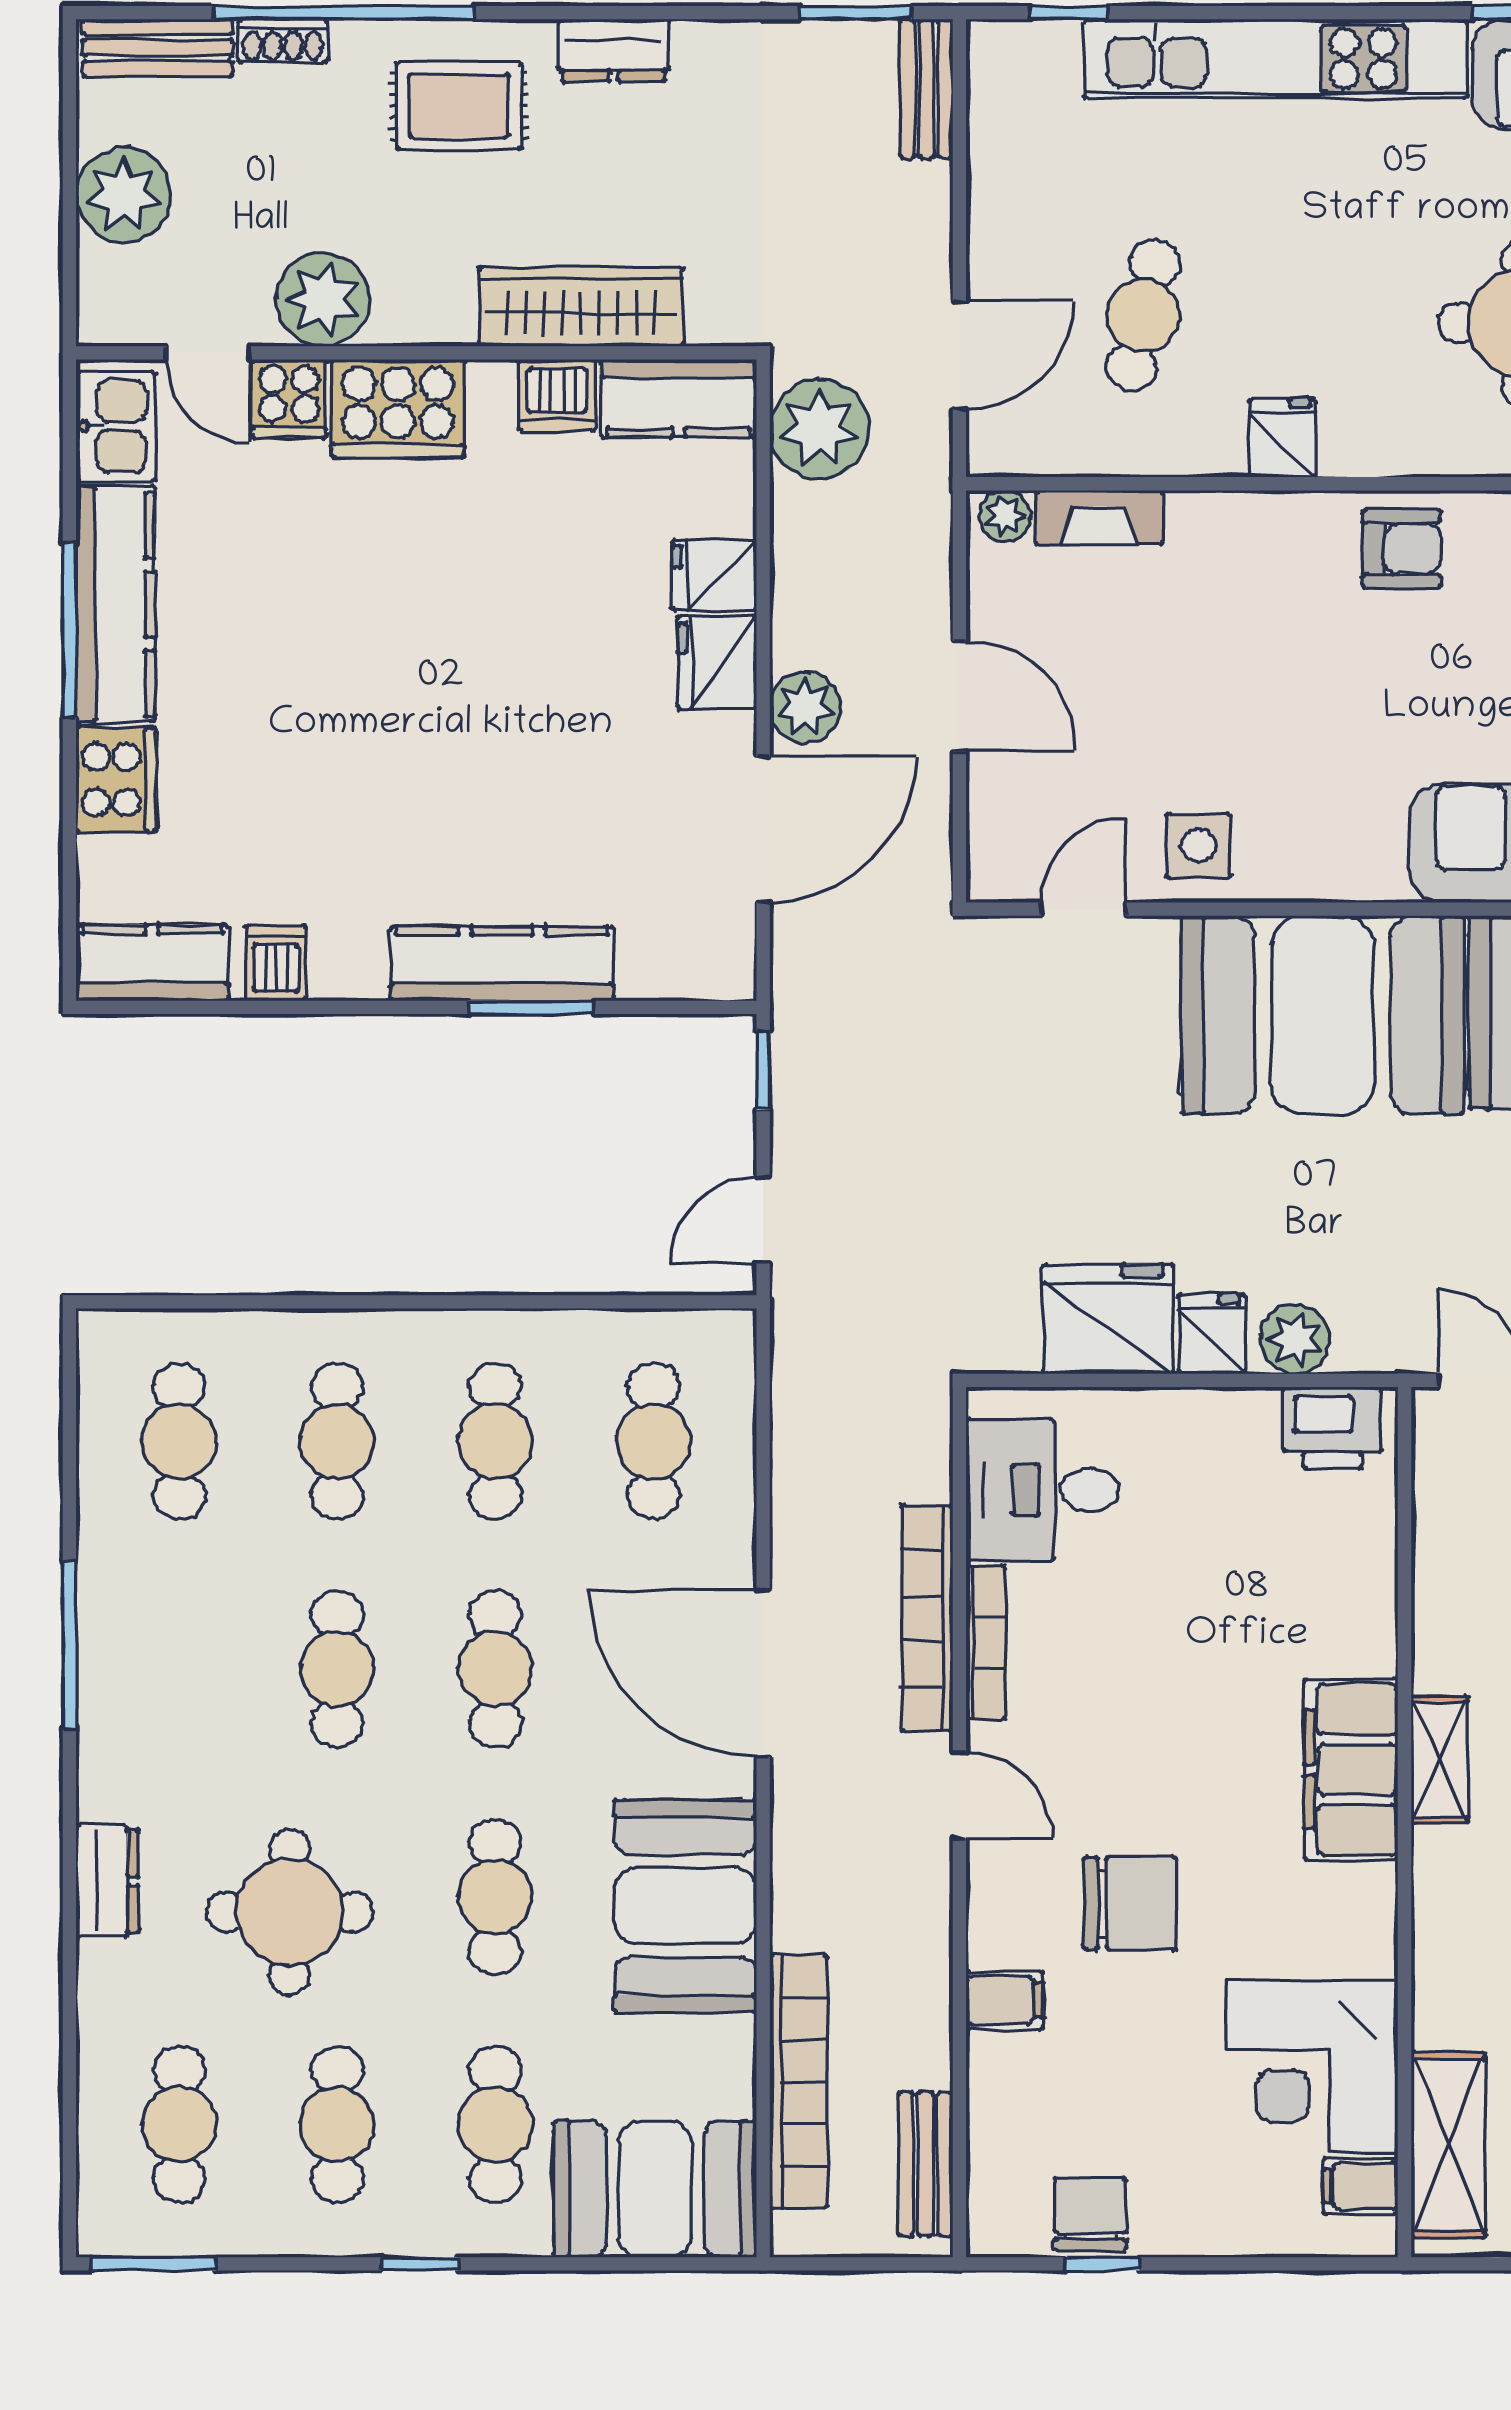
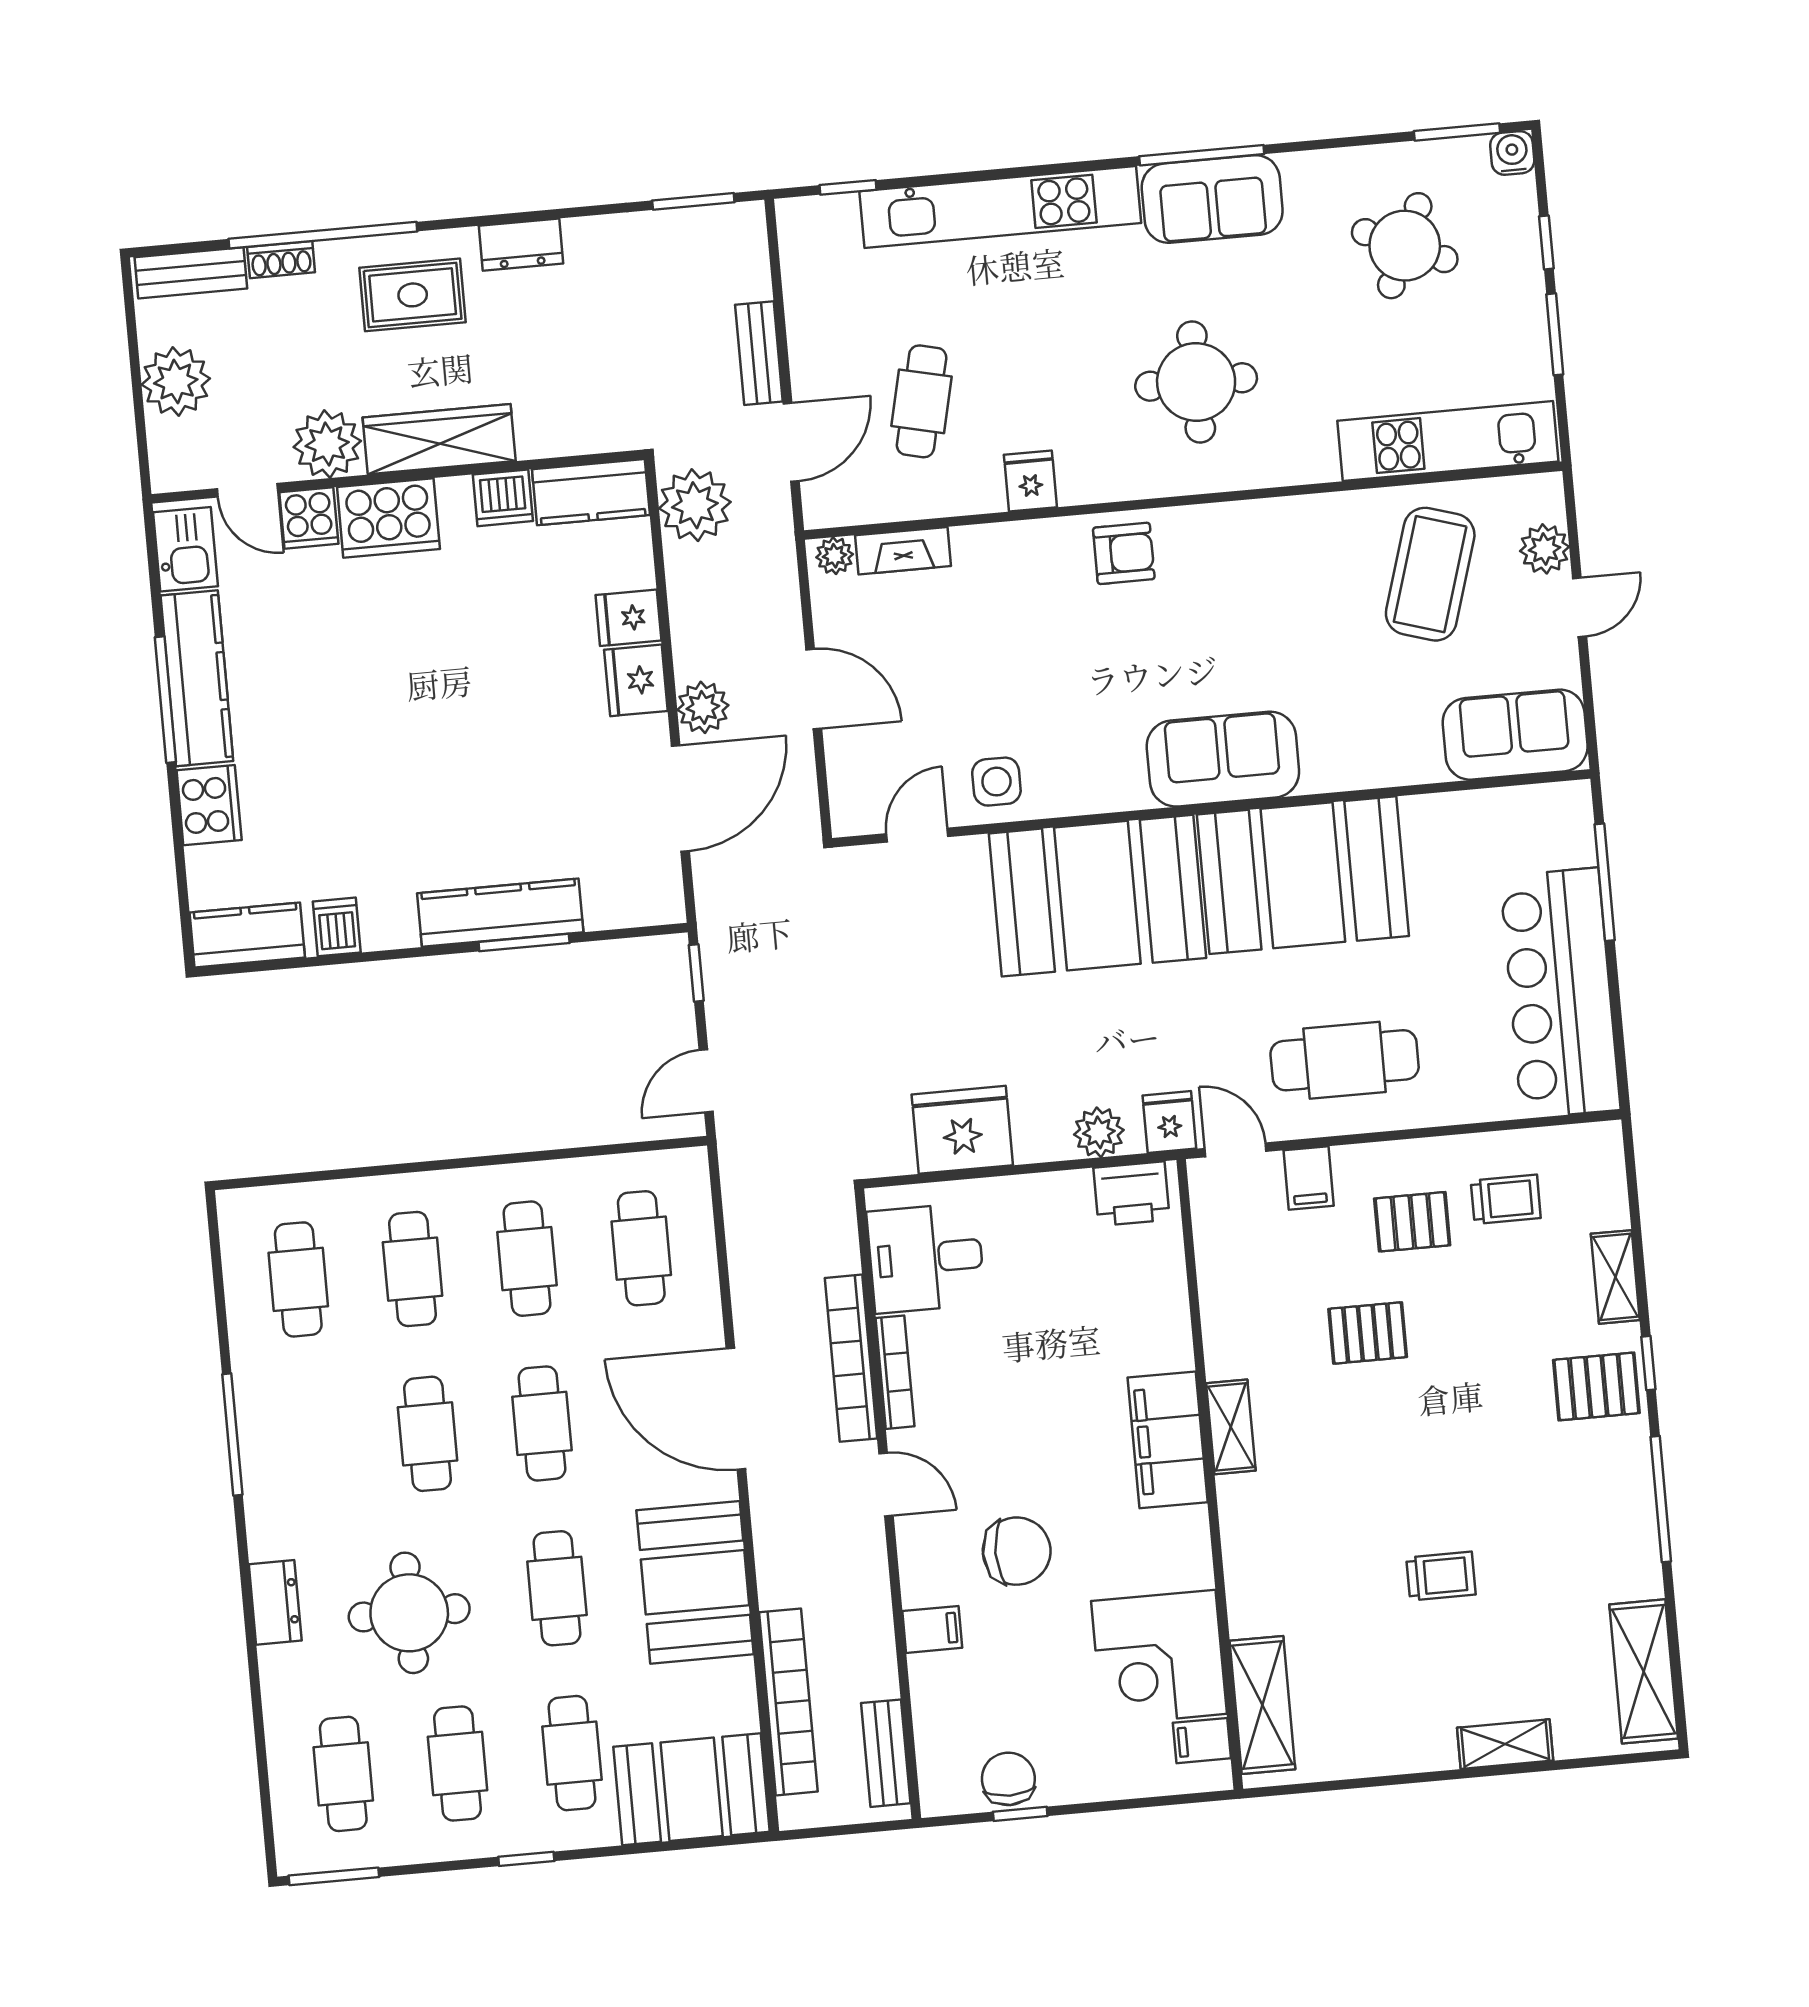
bench: (926, 89) -> (759, 353), moved
wardrobe: (581, 307) -> (439, 439), moved
fridge: (1212, 1334) -> (1169, 1122), moved

